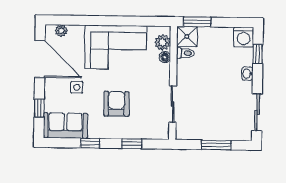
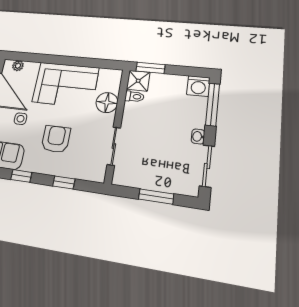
plant: (163, 42) -> (113, 84), removed
window: (258, 54) -> (213, 104), width x2.17
floor lamp: (165, 57) -> (107, 103), width x1.89, depth x1.89
washbasin: (247, 74) -> (198, 136), moved

